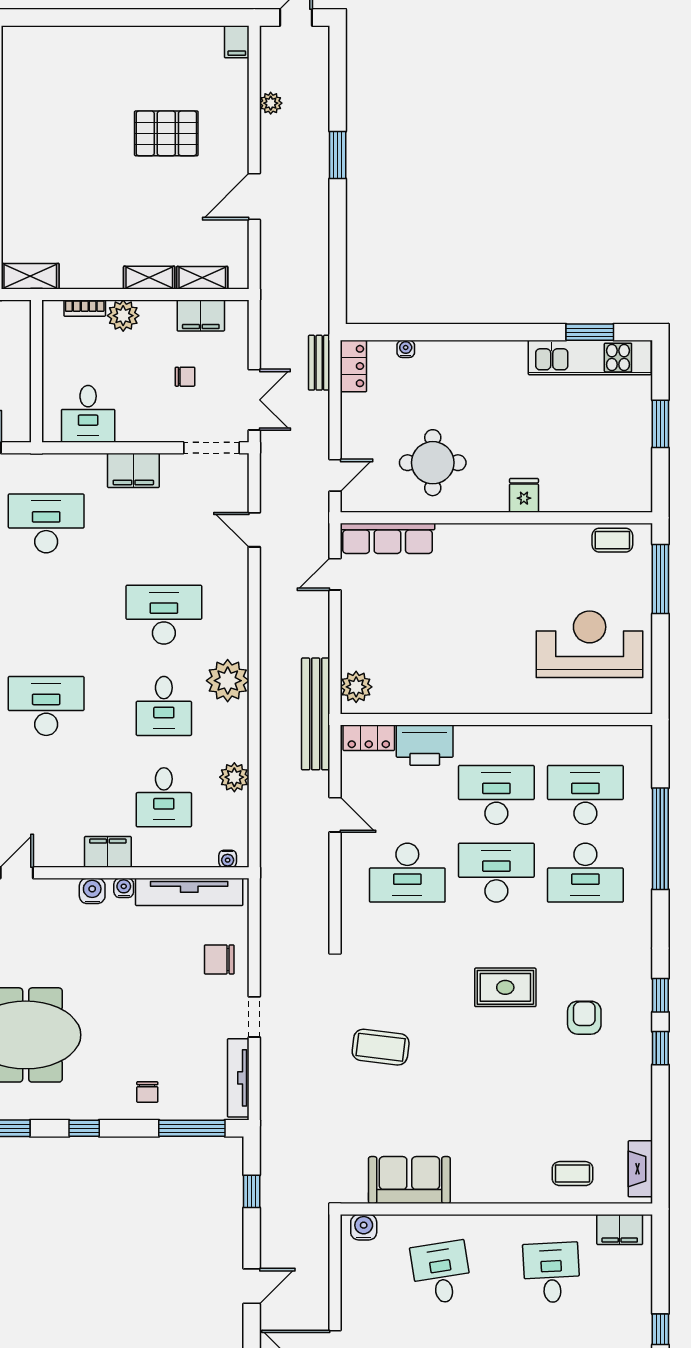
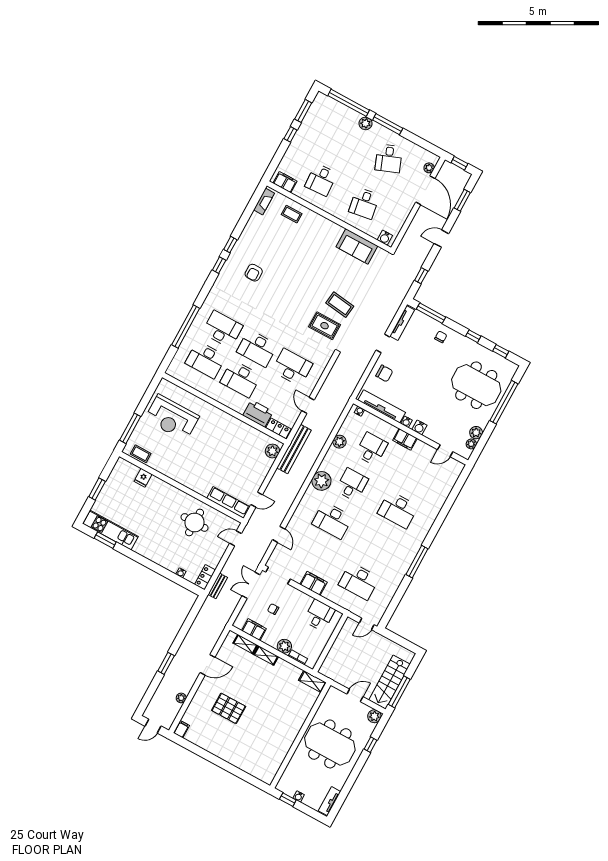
fridge: (524, 495) -> (143, 478), moved
rug: (505, 987) -> (325, 326), moved

